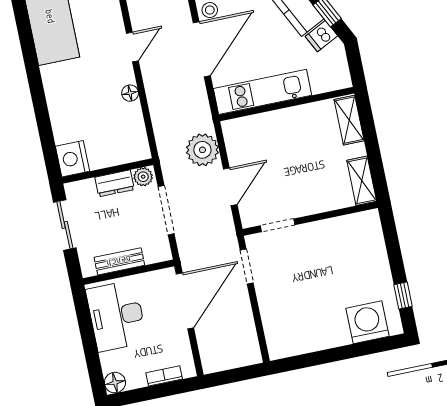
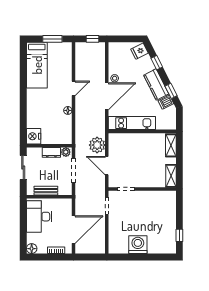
door: (230, 187) -> (107, 166), swing flipped
door: (185, 301) -> (74, 230), moved
washing machine: (367, 322) -> (138, 245), moved

